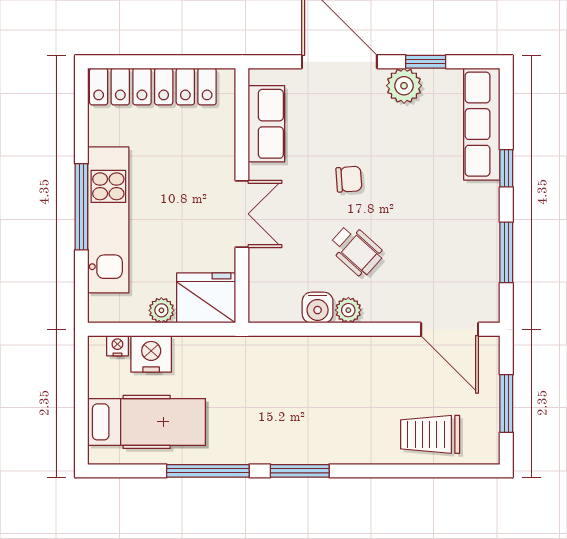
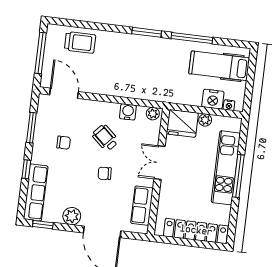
window: (426, 62) -> (43, 225), moved
chair: (438, 230) -> (64, 143), added
plant: (348, 310) -> (153, 114), moved
window: (506, 403) -> (41, 53), width x1.44

